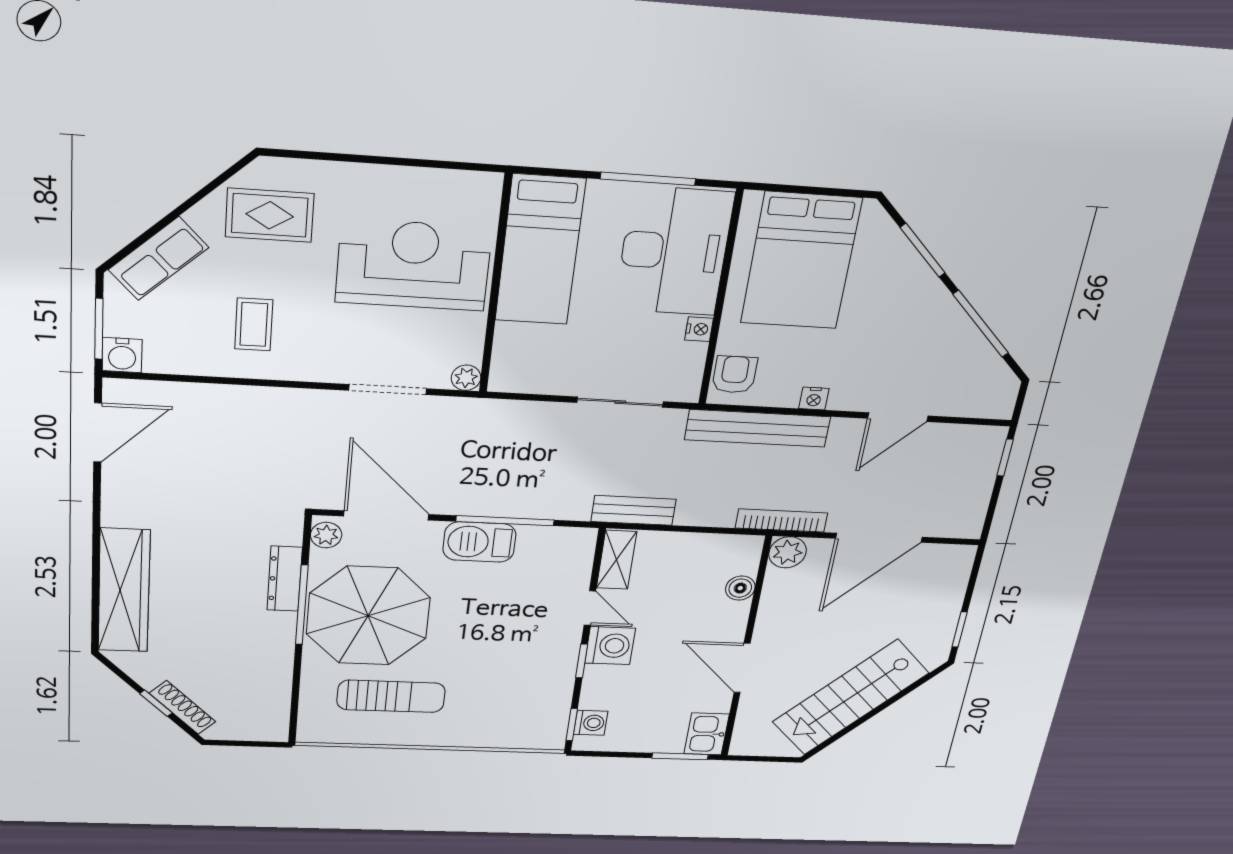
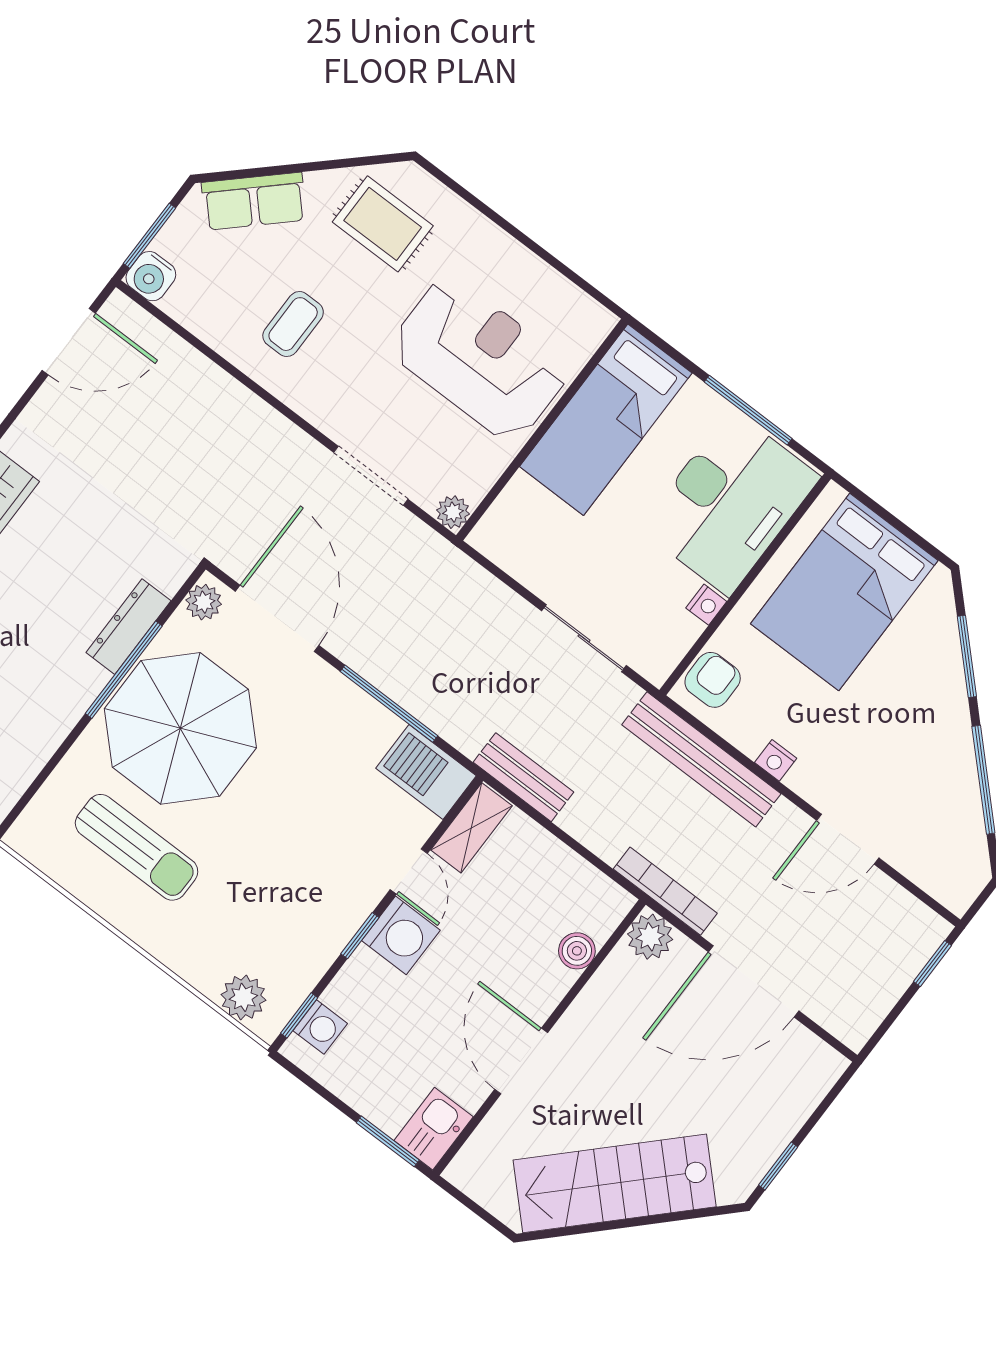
barbecue: (479, 542) -> (426, 772), moved
plant: (527, 735) -> (243, 997), added

